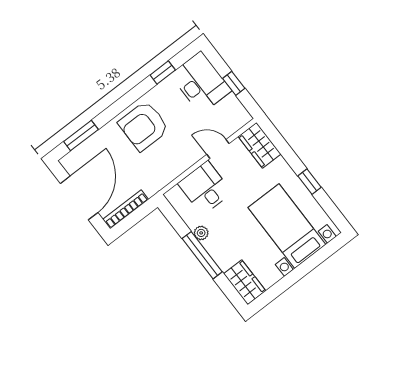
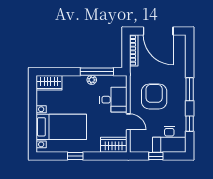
armchair: (144, 126) -> (154, 96), moved
window: (81, 135) -> (190, 89), moved
door: (218, 149) -> (128, 122), hinge flipped
window: (202, 255) -> (97, 72), moved

